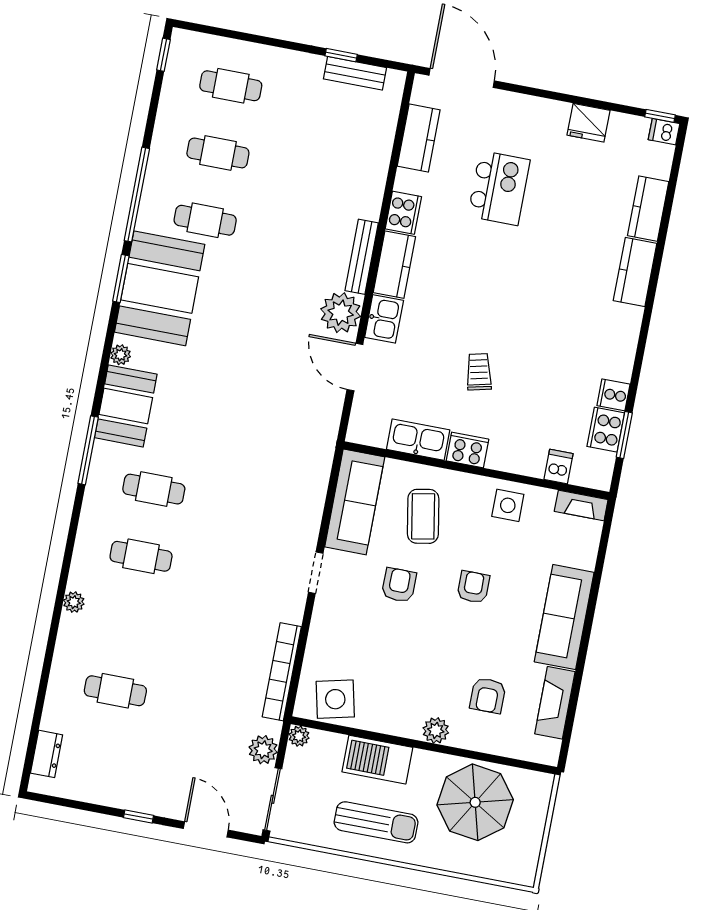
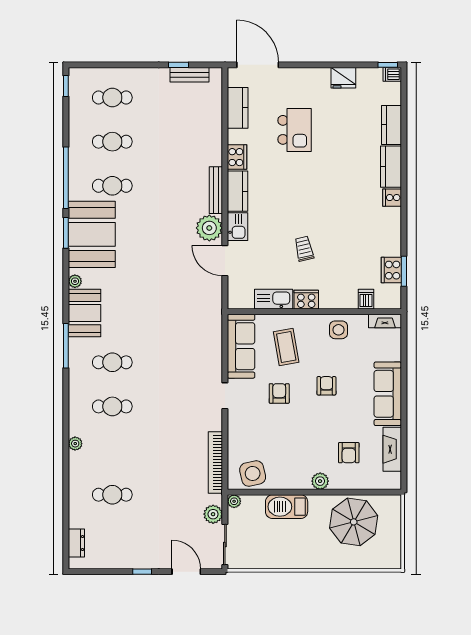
cooker: (613, 395) -> (392, 198), moved
sun lounger: (376, 822) -> (293, 547), removed

